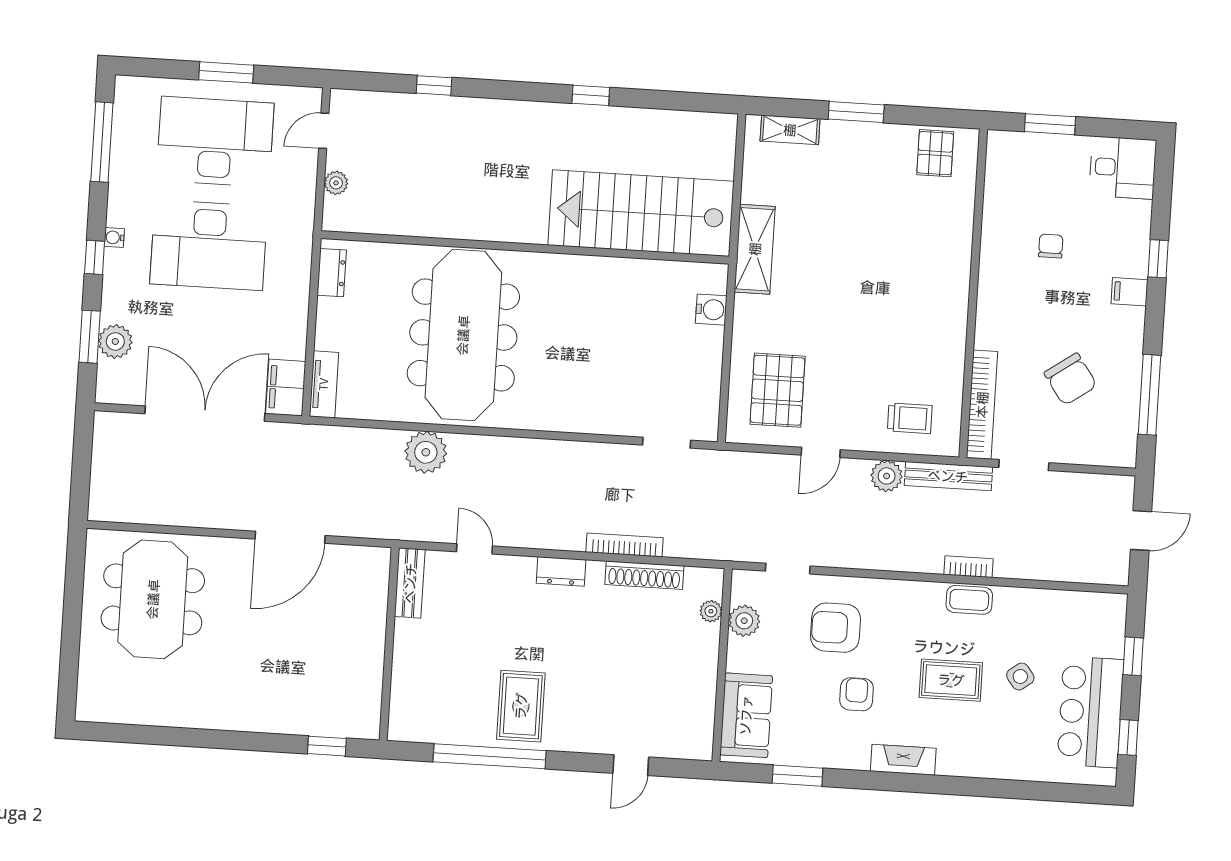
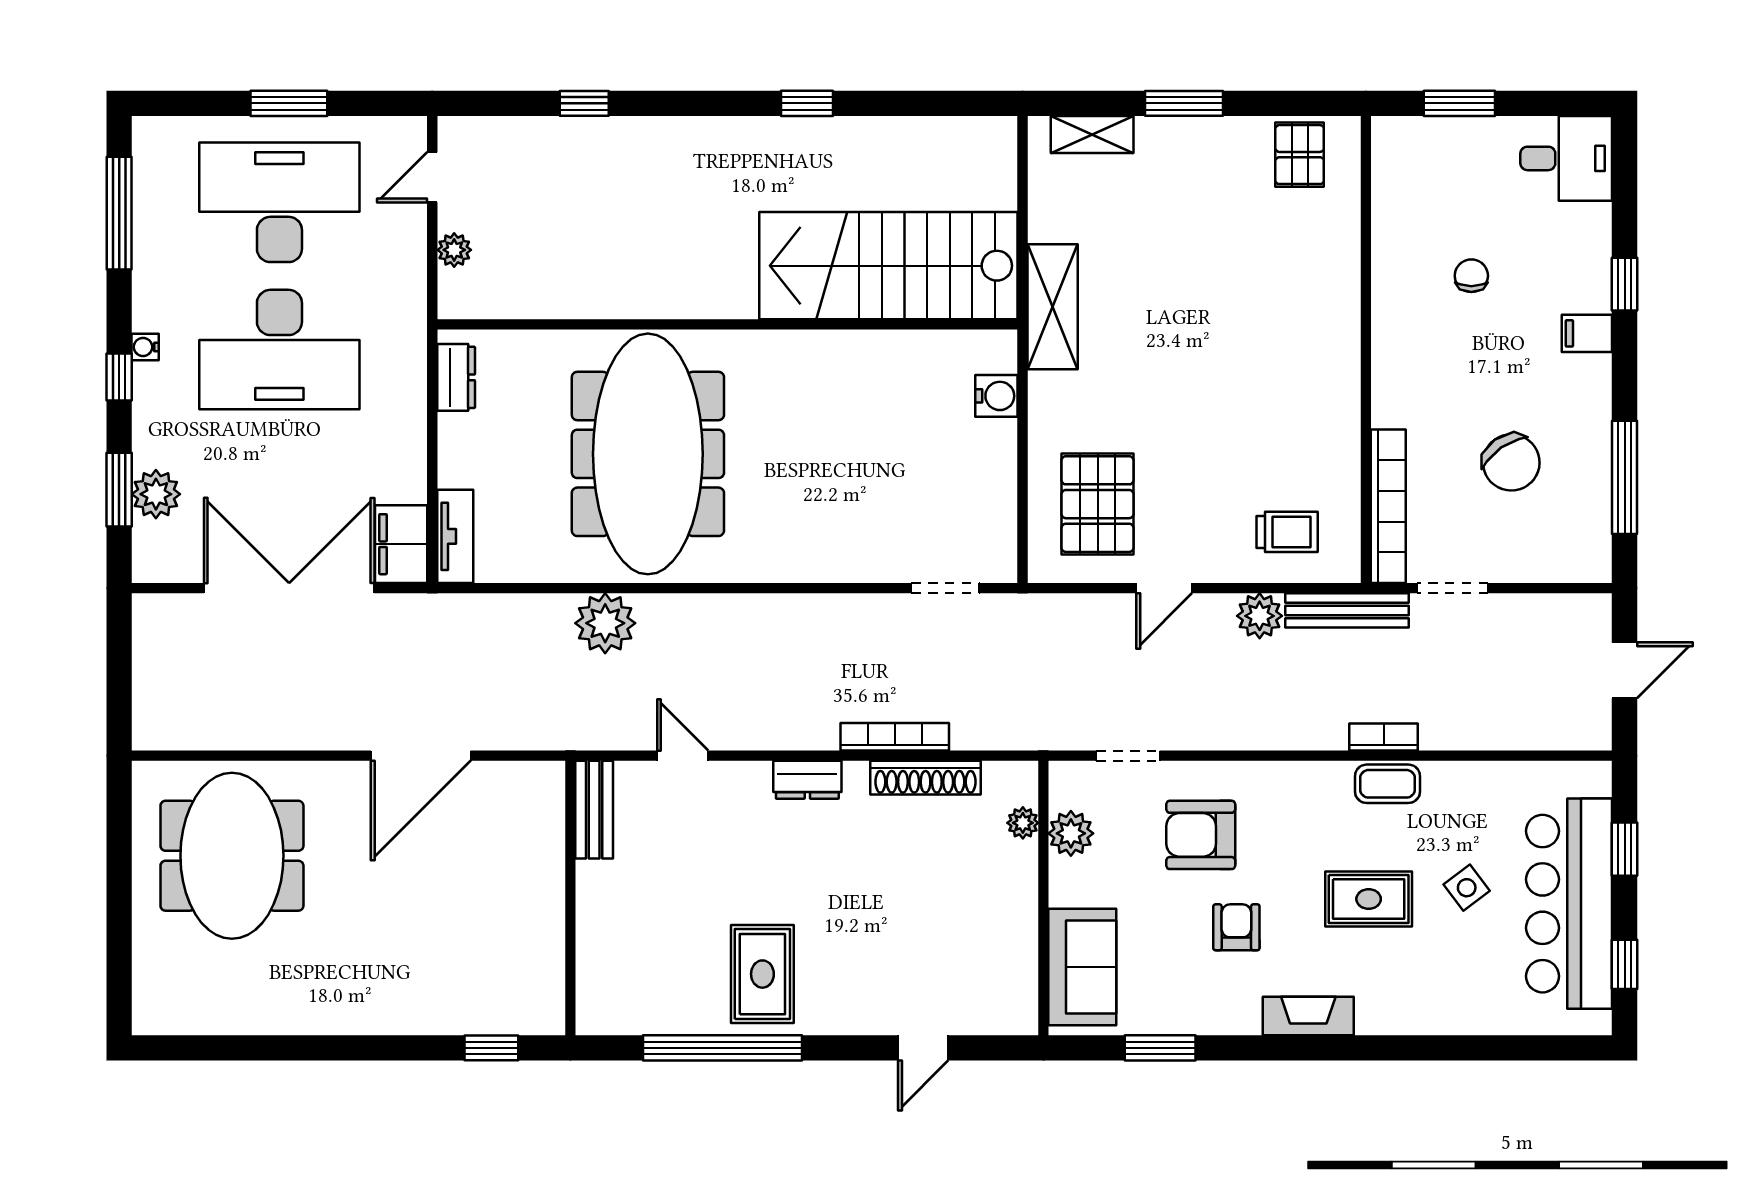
bar counter: (1090, 712) -> (1569, 904), width x1.36

